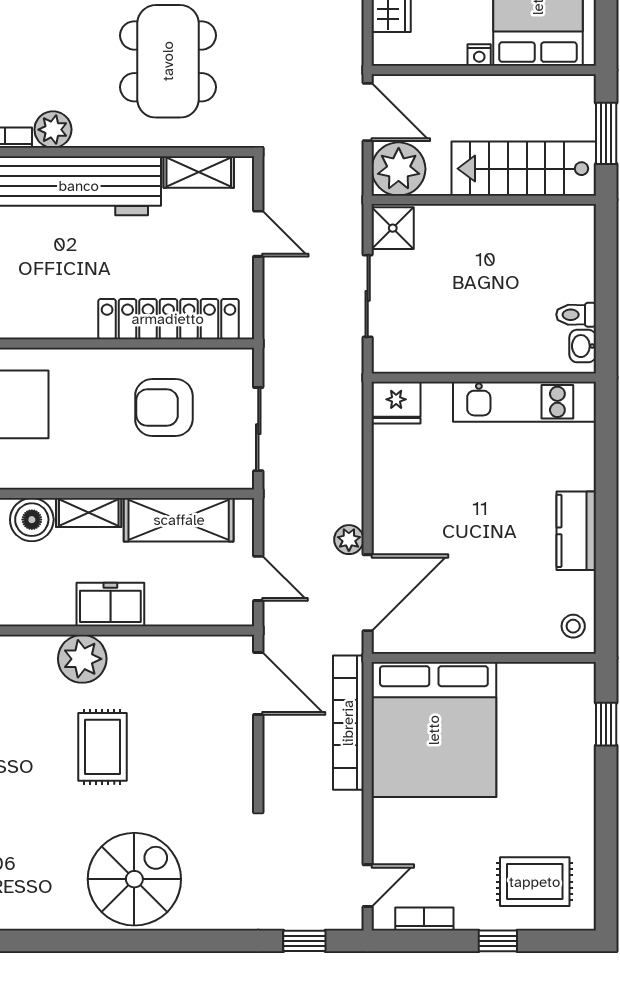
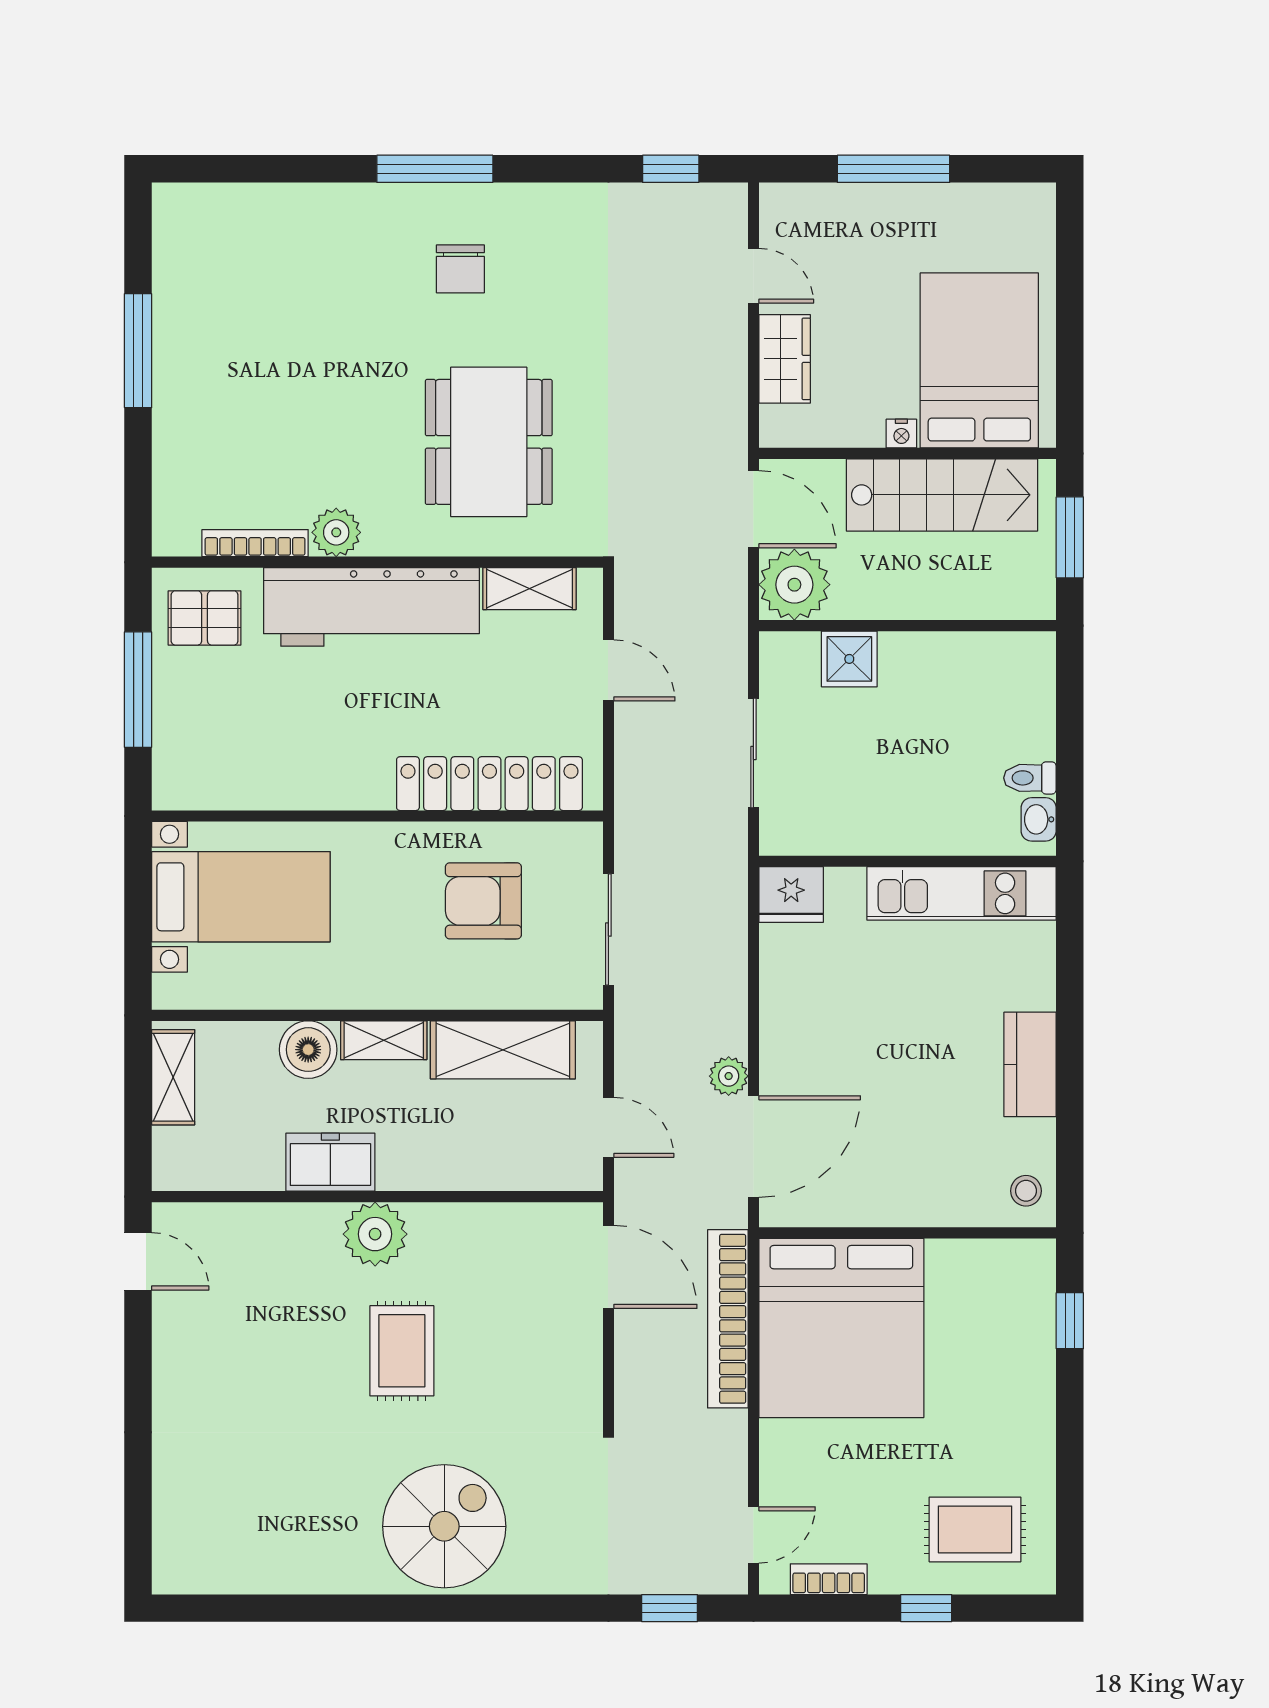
stairs: (524, 169) -> (942, 495), moved, turned 180
shower: (393, 228) -> (849, 659), moved
freezer: (110, 605) -> (330, 1162), moved

